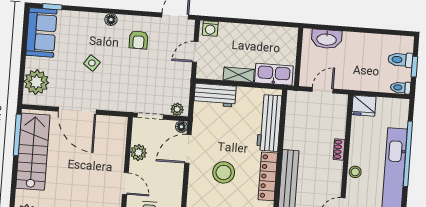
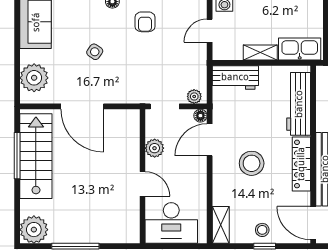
window: (17, 135) -> (17, 156), moved

